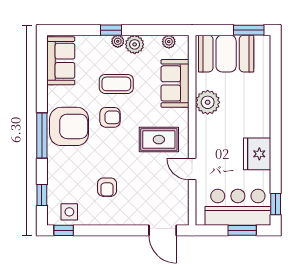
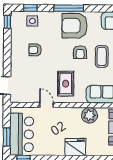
armchair: (69, 126) -> (74, 26), turned 90
fridge: (257, 154) -> (75, 147), moved
door: (192, 169) -> (46, 105), hinge flipped
side table: (69, 212) -> (32, 21), moved

